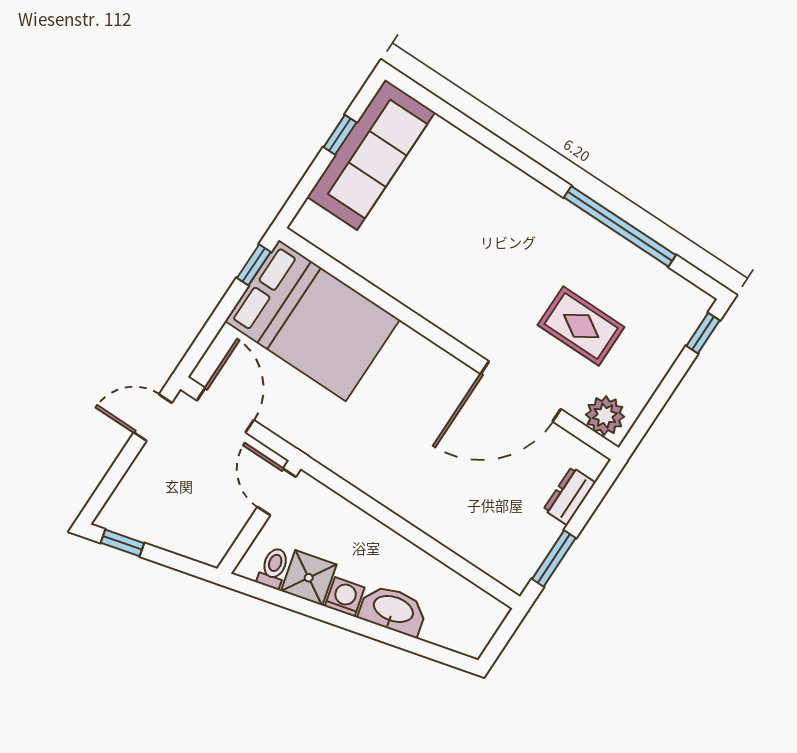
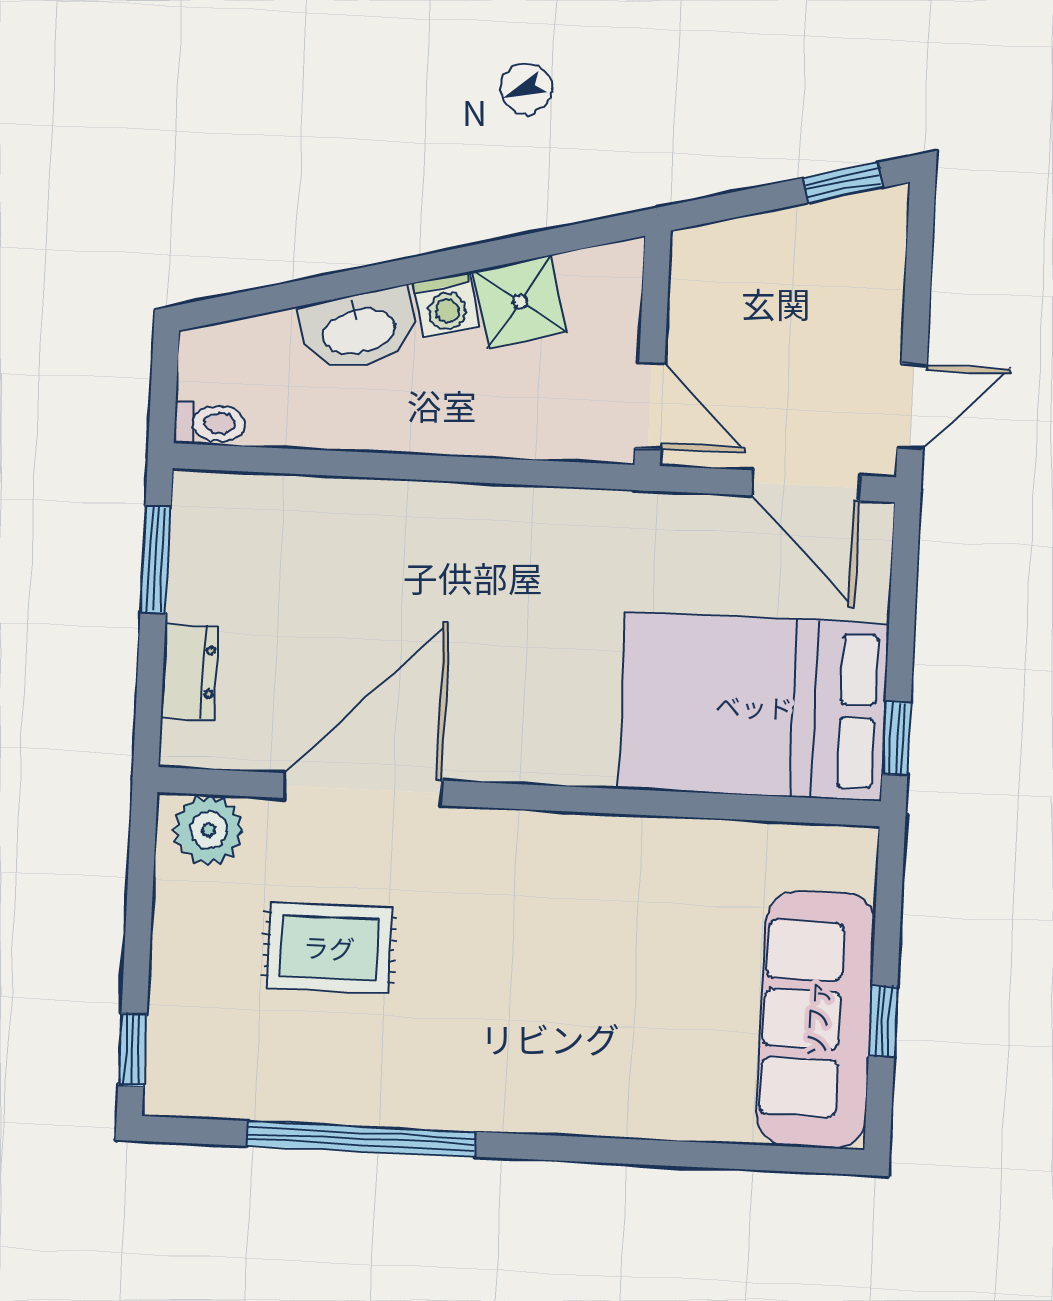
toilet: (273, 568) -> (210, 423), moved, turned -76

